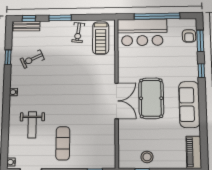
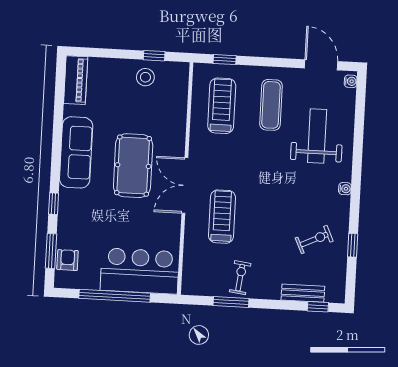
window: (60, 18) -> (231, 302), moved
bench: (26, 26) -> (303, 293), moved
treadmill: (101, 38) -> (222, 217), moved
double door: (117, 101) -> (185, 185), moved
weight bench: (32, 125) -> (317, 136), width x1.36, depth x1.33
treadmill: (95, 141) -> (222, 106), added

